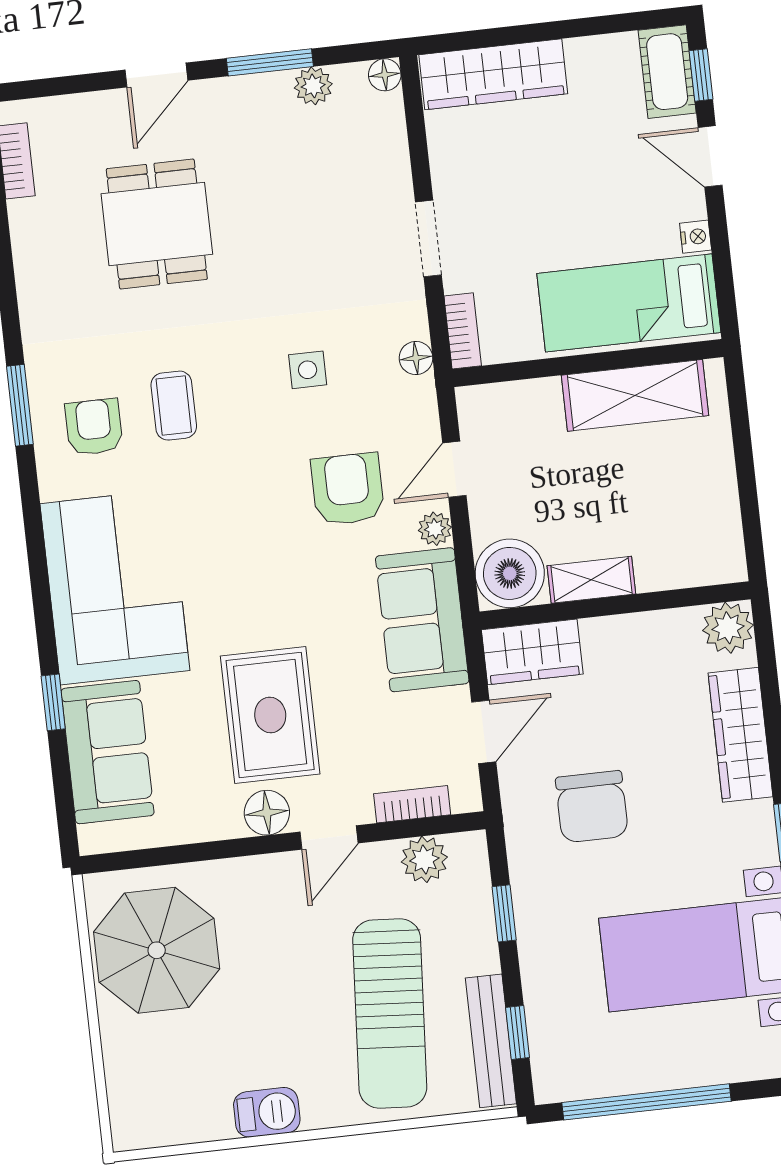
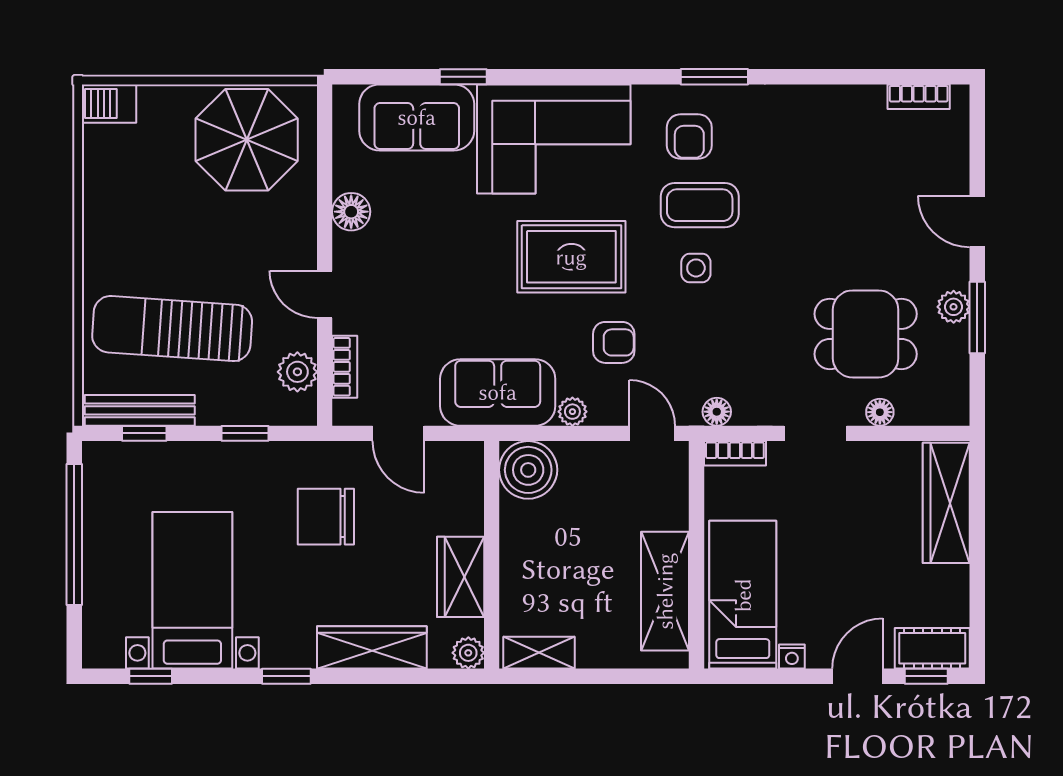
floor lamp: (385, 75) -> (880, 412), moved
plant: (313, 86) -> (954, 307), moved
dining table: (157, 224) -> (866, 334), moved
side table: (308, 370) -> (696, 268), moved
coffee table: (174, 406) -> (700, 205), width x1.36, depth x1.30
armchair: (94, 427) -> (689, 136), turned 90
door: (454, 469) -> (652, 433), moved
armchair: (348, 489) -> (614, 342), width x0.72, depth x0.72
shelving: (591, 580) -> (539, 653), moved, turned 90
plant: (728, 628) -> (468, 653), width x0.73, depth x0.73
wardrobe: (532, 652) -> (461, 577), moved
rug: (270, 715) -> (571, 257), moved
floor lamp: (267, 813) -> (351, 212), moved
barbecue: (267, 1112) -> (109, 104), moved, turned 90

